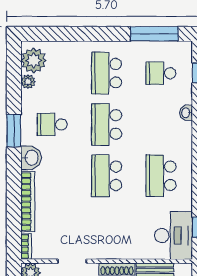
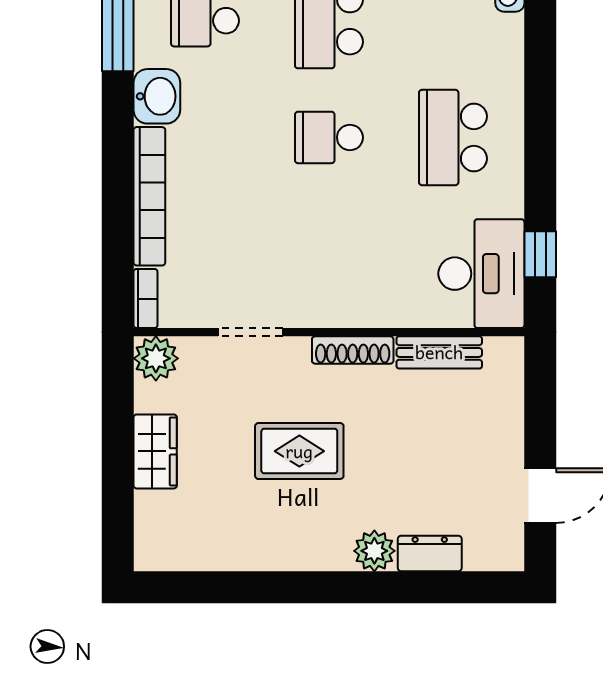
school desk: (107, 176) -> (329, 137), width x0.54

